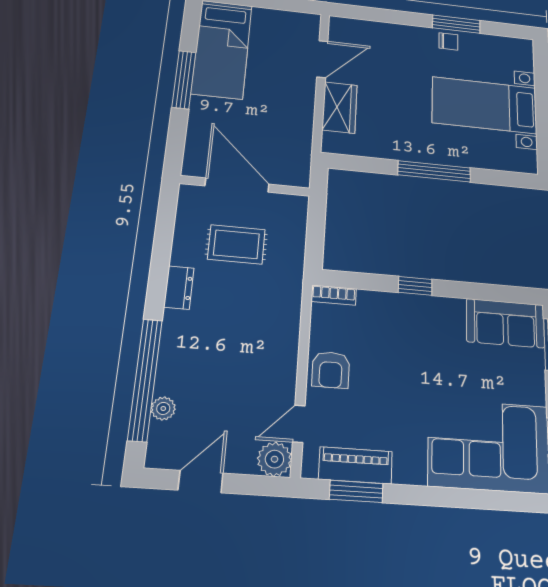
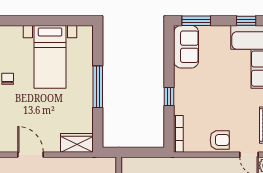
wardrobe: (340, 108) -> (77, 143), moved
bookcase: (334, 295) -> (178, 134), width x1.56

